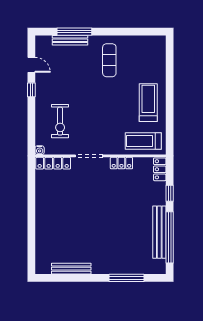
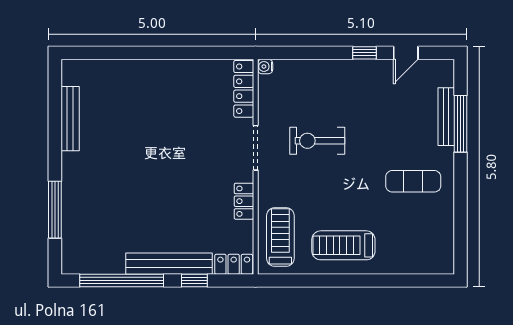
treadmill: (148, 103) -> (343, 245), turned 180
exercise bike: (60, 121) -> (317, 141), moved
bench: (159, 232) -> (169, 264), moved

